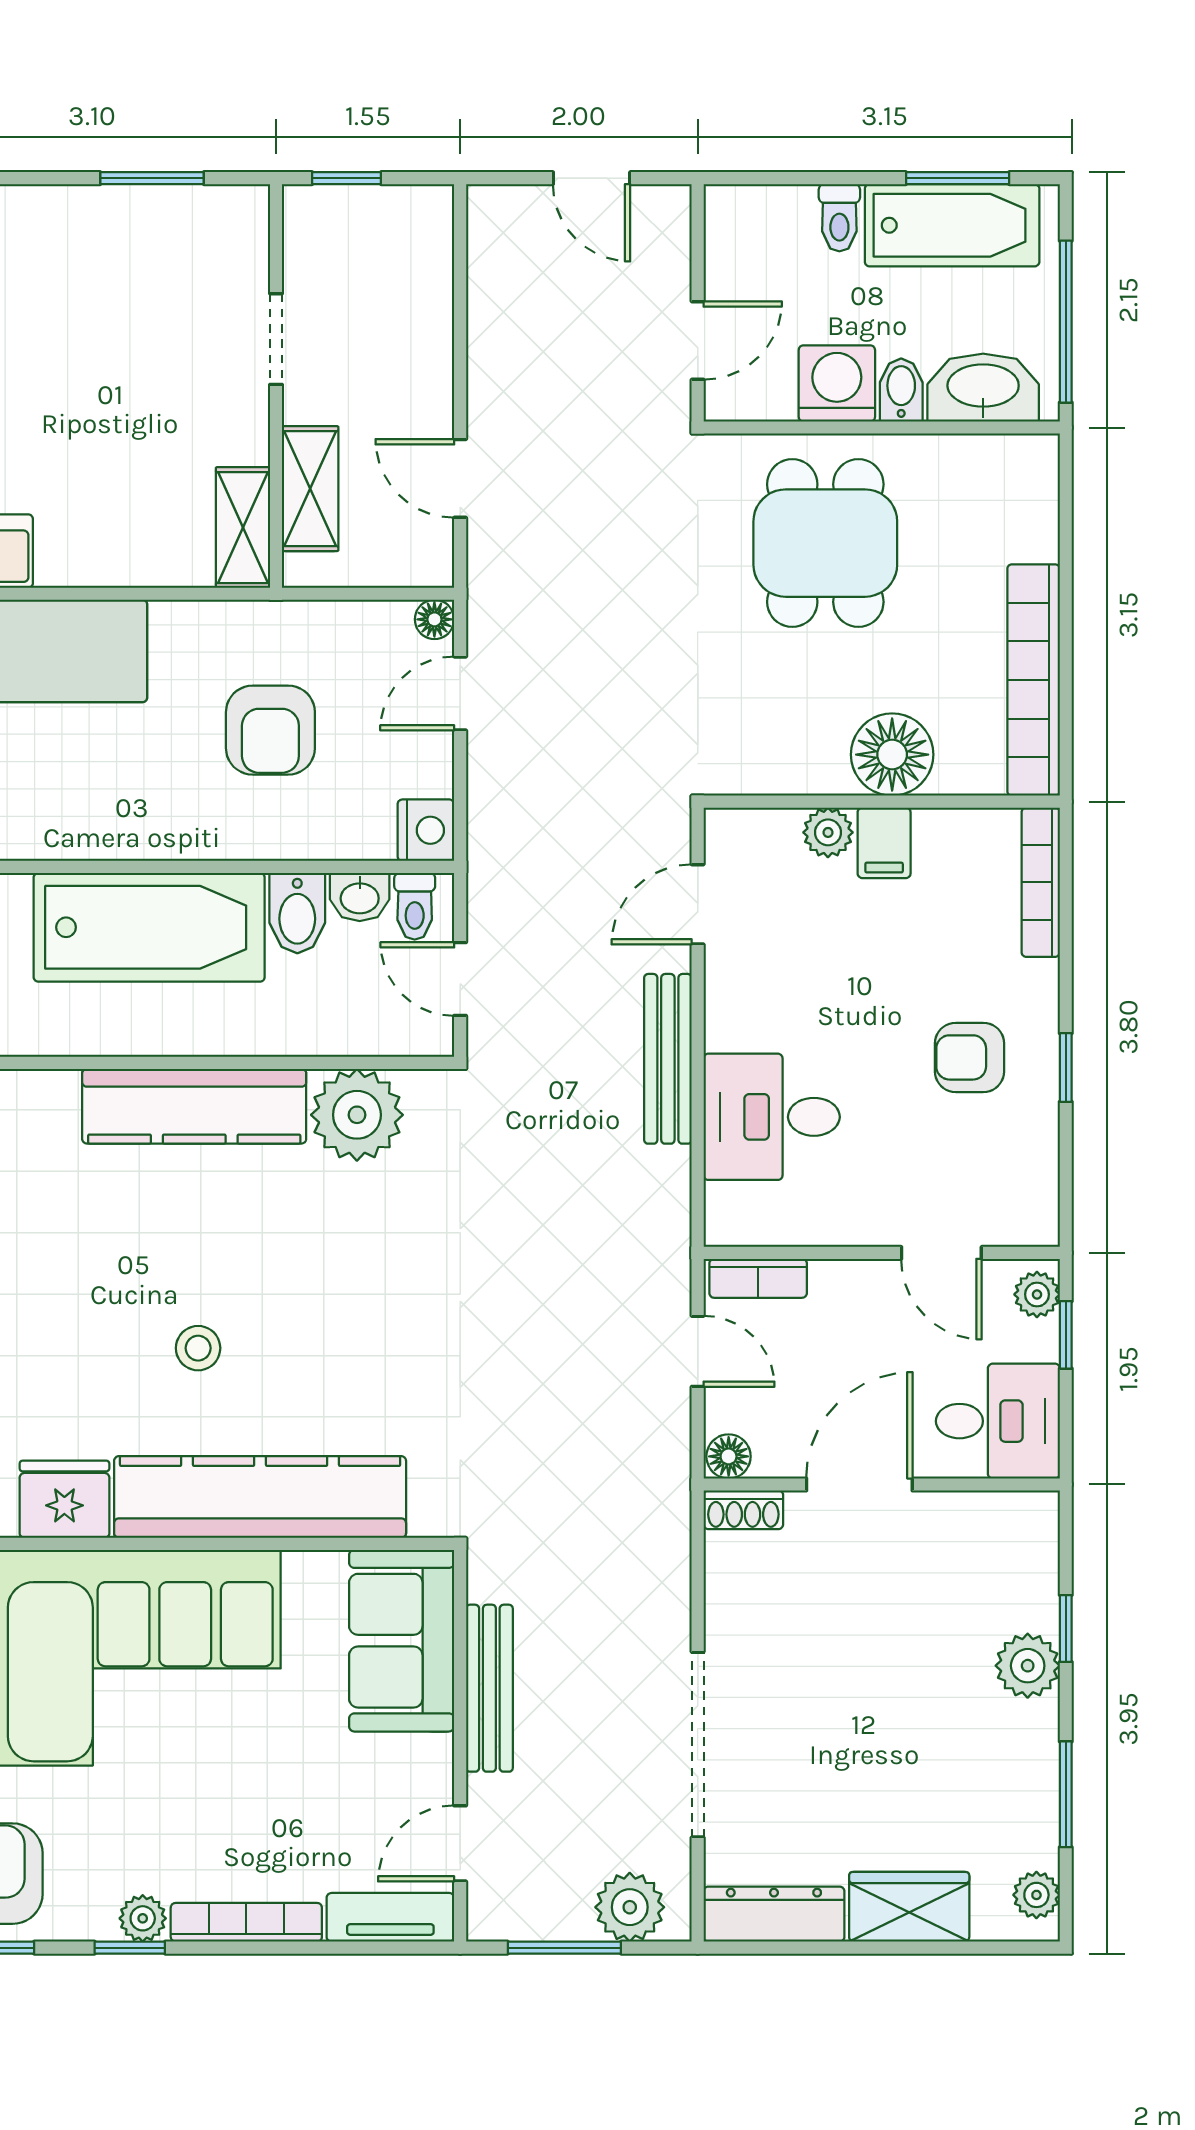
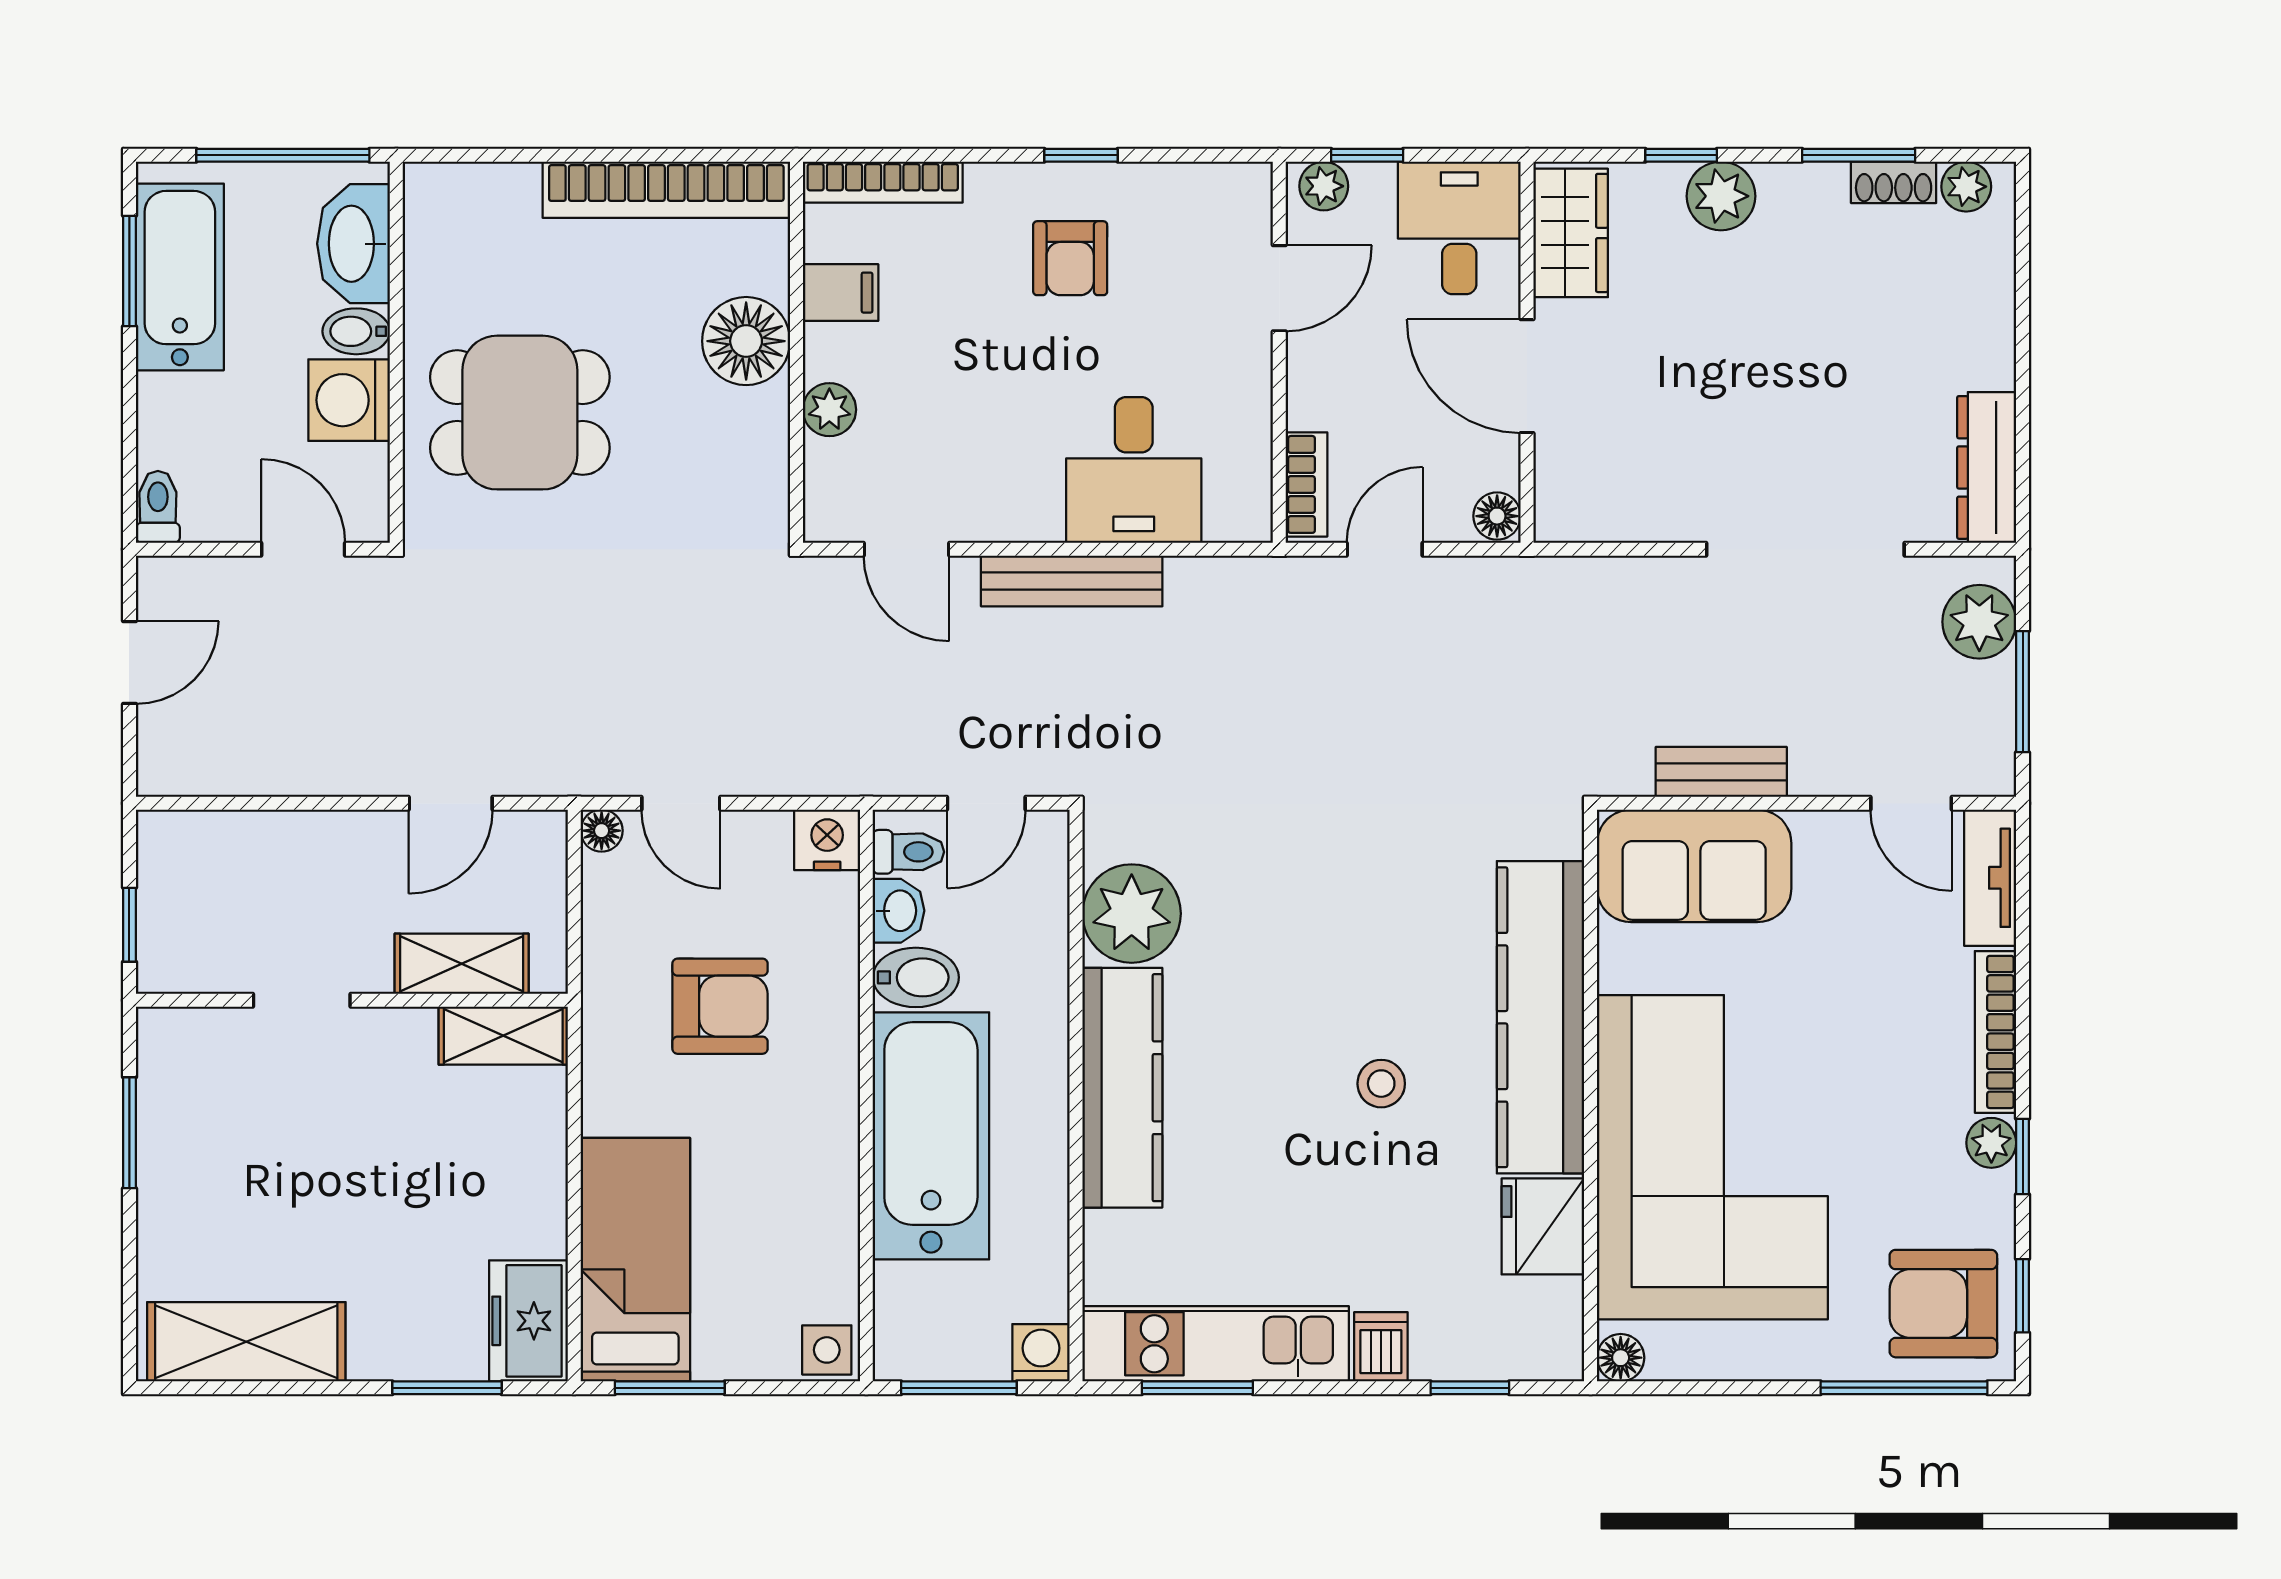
toilet: (839, 218) -> (158, 507), moved, turned -90
filing cabinet: (884, 843) -> (841, 293), moved
shoe rack: (743, 1510) -> (1894, 182), moved, turned 90
bench: (489, 1688) -> (1721, 772), width x0.73
wardrobe: (909, 1907) -> (1571, 233), moved, turned 180

